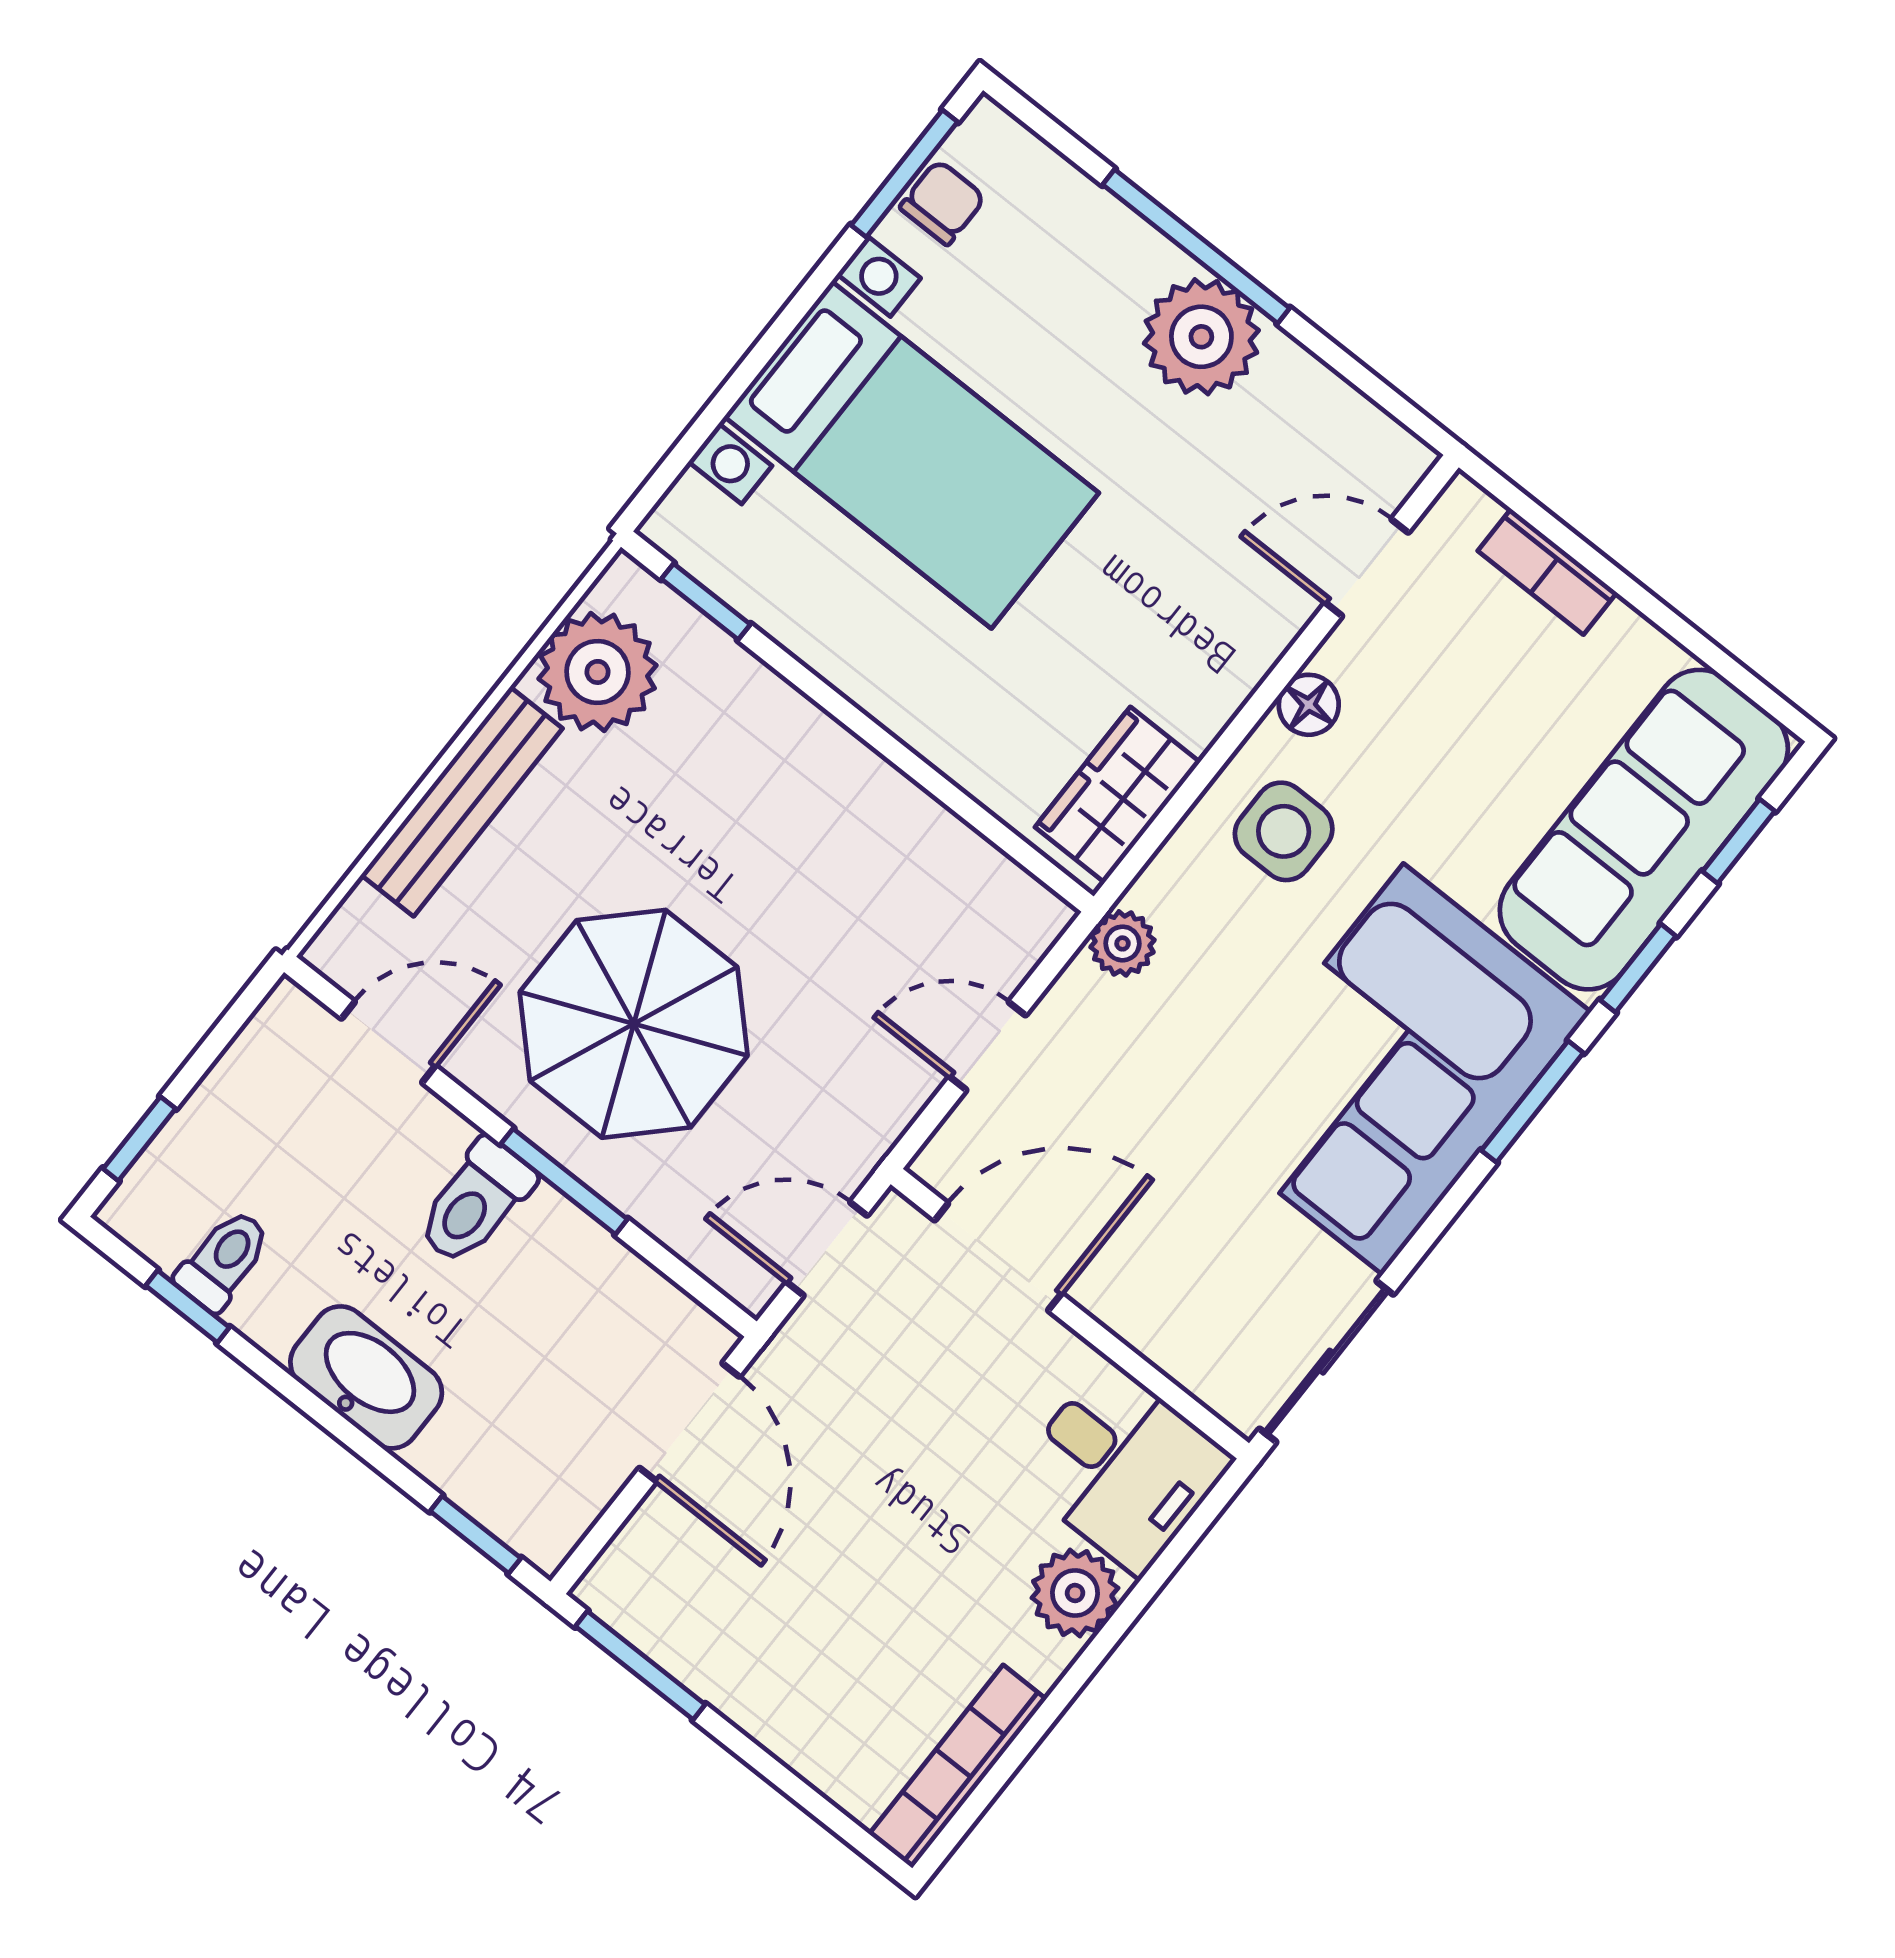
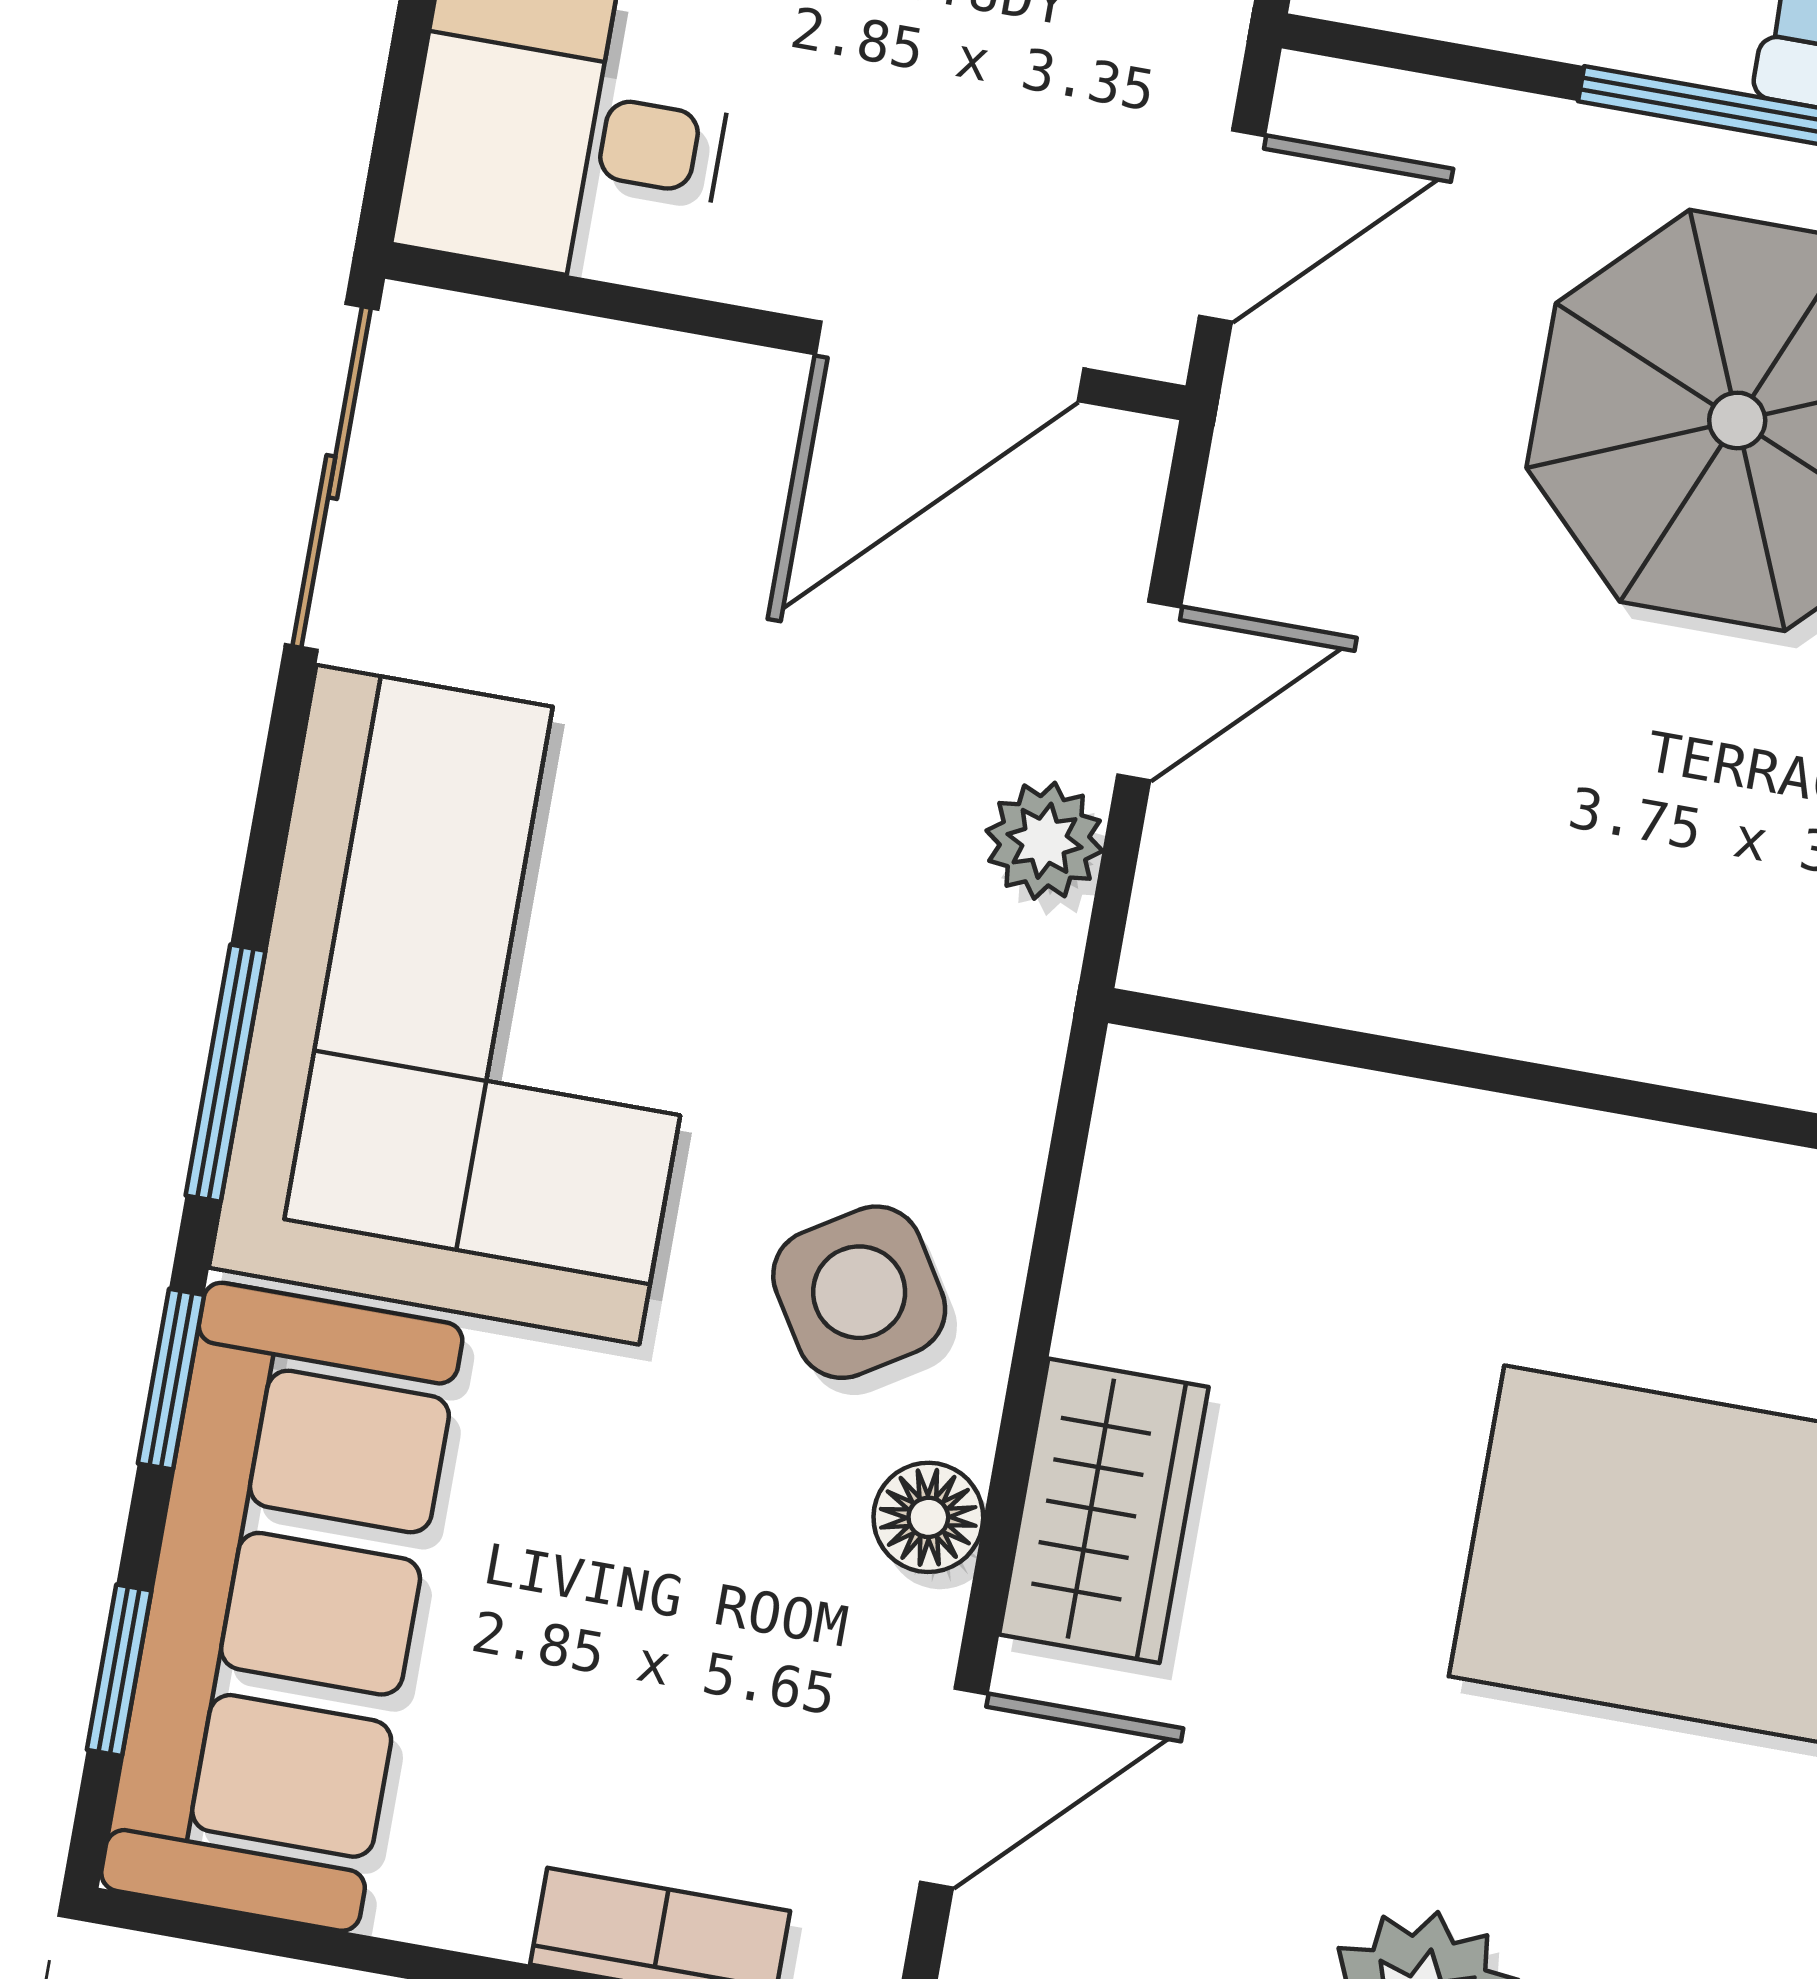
wardrobe: (1118, 795) -> (1104, 1511), moved
side table: (1284, 831) -> (859, 1292), turned -32
plant: (1122, 943) -> (1045, 841), moved

